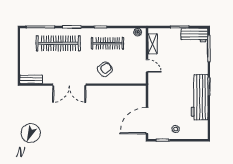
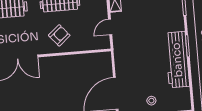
door: (147, 66) -> (110, 27), swing flipped

